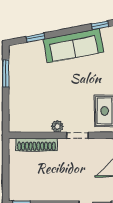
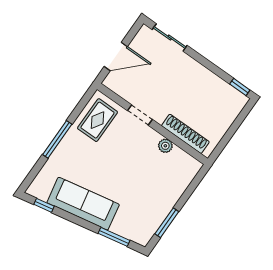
window: (36, 38) -> (114, 237), width x1.50
plant: (57, 126) -> (165, 146), moved

